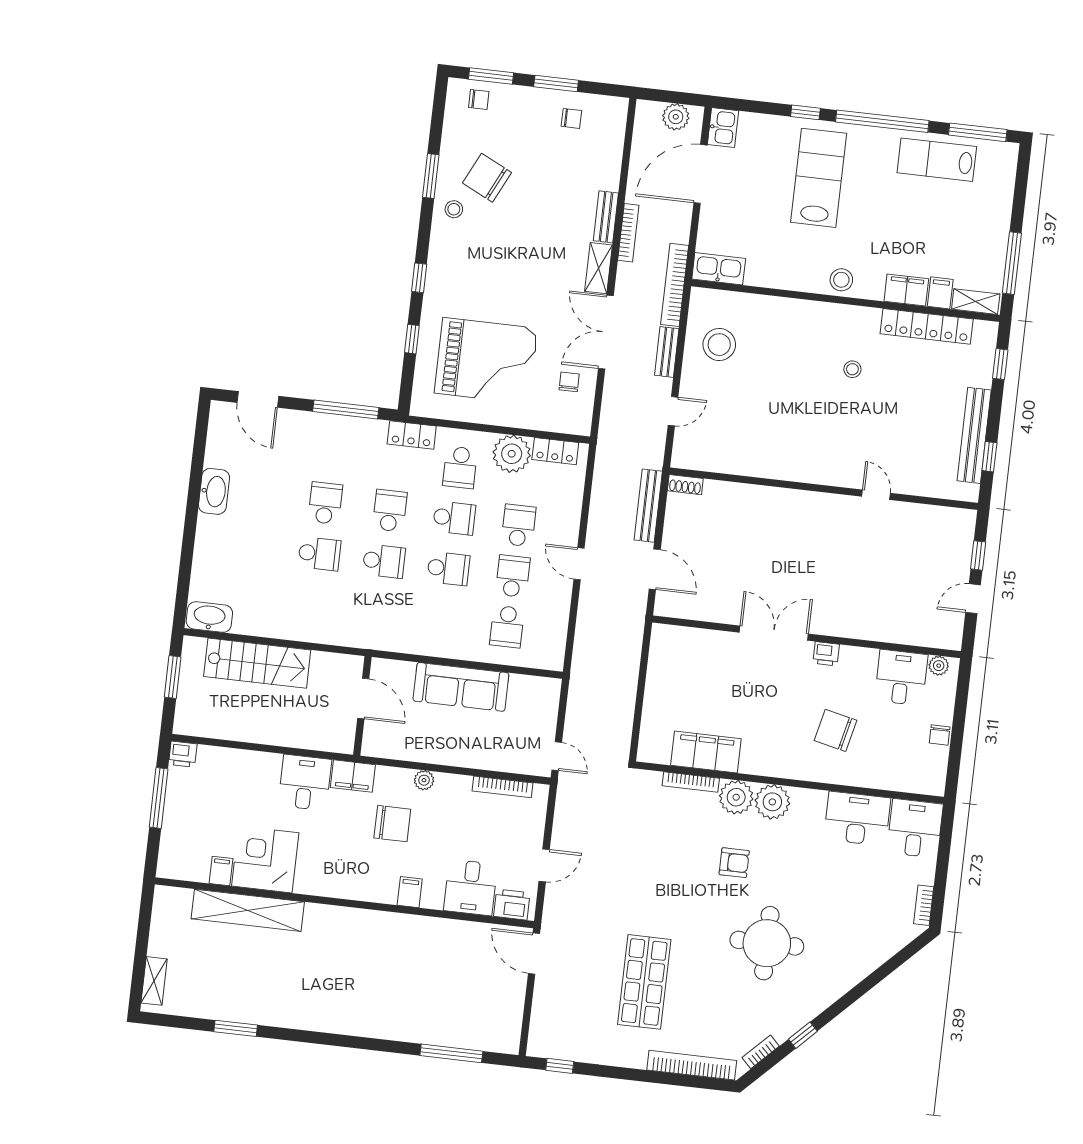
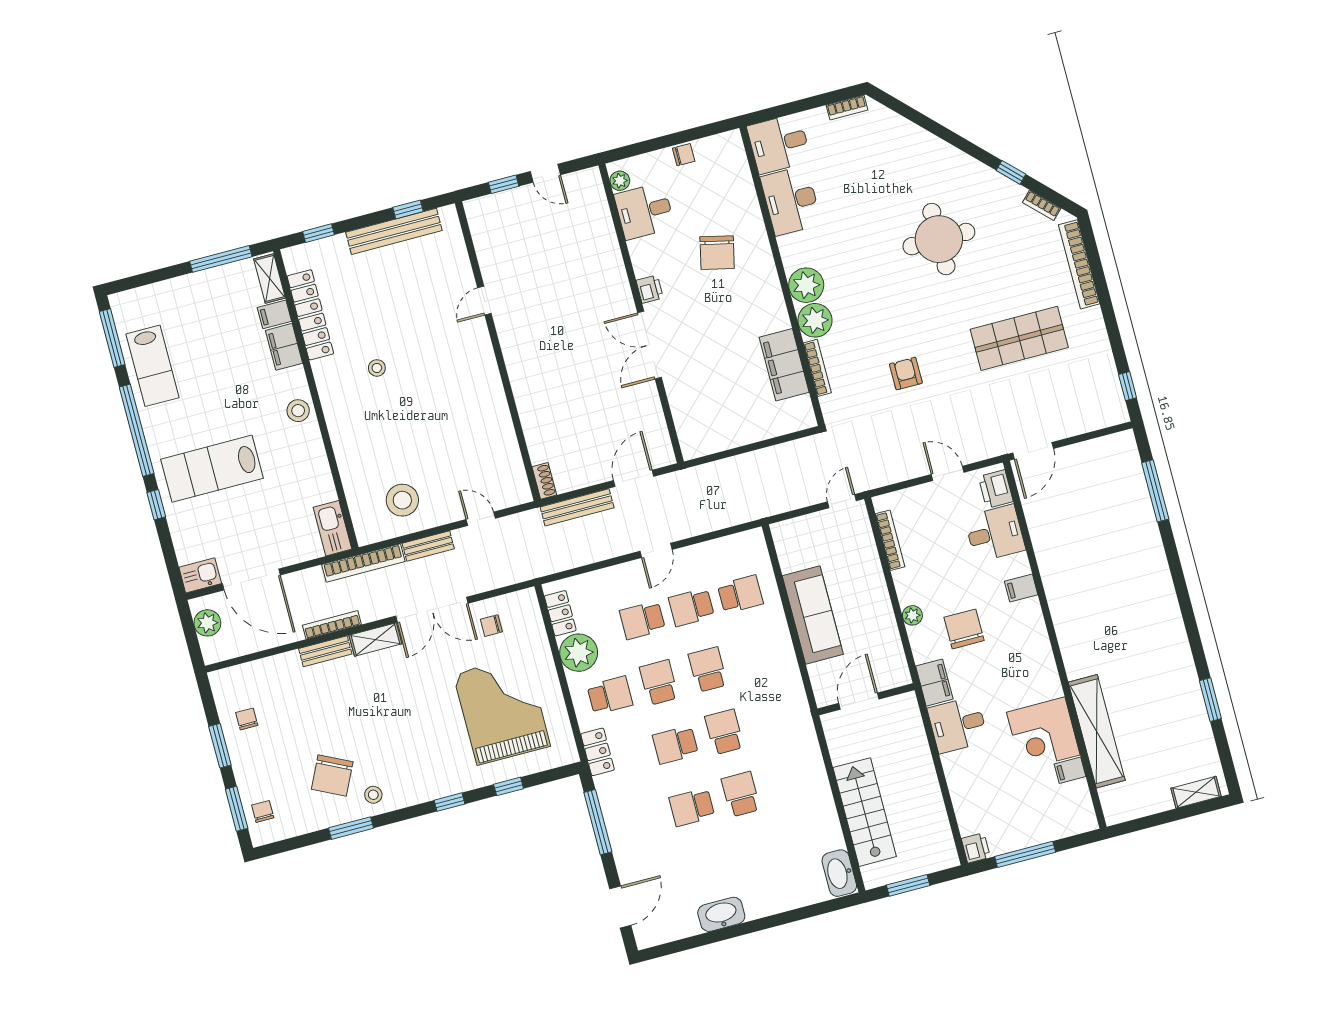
armchair: (734, 863) -> (906, 374), moved

